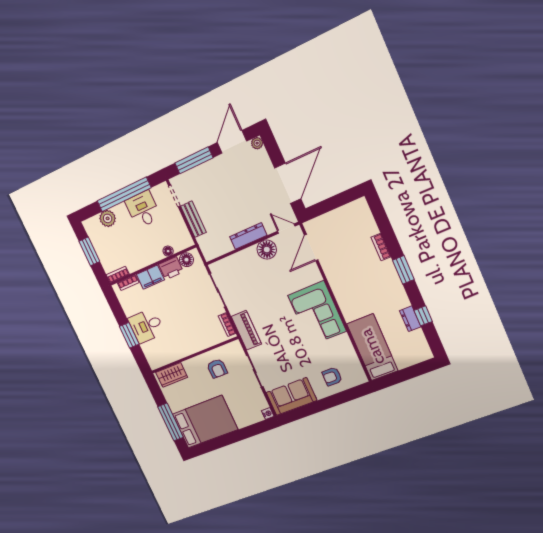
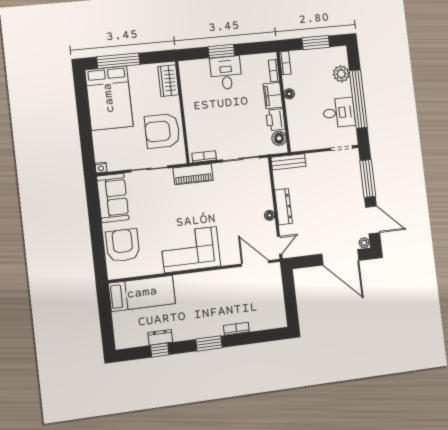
door: (288, 183) -> (340, 257), moved
bench: (193, 219) -> (288, 162), moved
floor lamp: (267, 250) -> (270, 215), width x0.53, depth x0.53
floor lamp: (168, 251) -> (289, 94), moved
armchair: (217, 368) -> (162, 131), width x1.88, depth x1.88
armchair: (332, 377) -> (123, 245), width x1.88, depth x1.88

